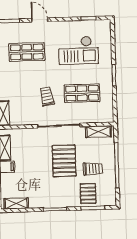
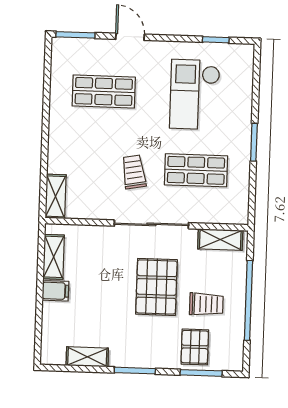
checkout: (79, 50) -> (195, 94), turned 90
shelving: (16, 204) -> (87, 357), moved

